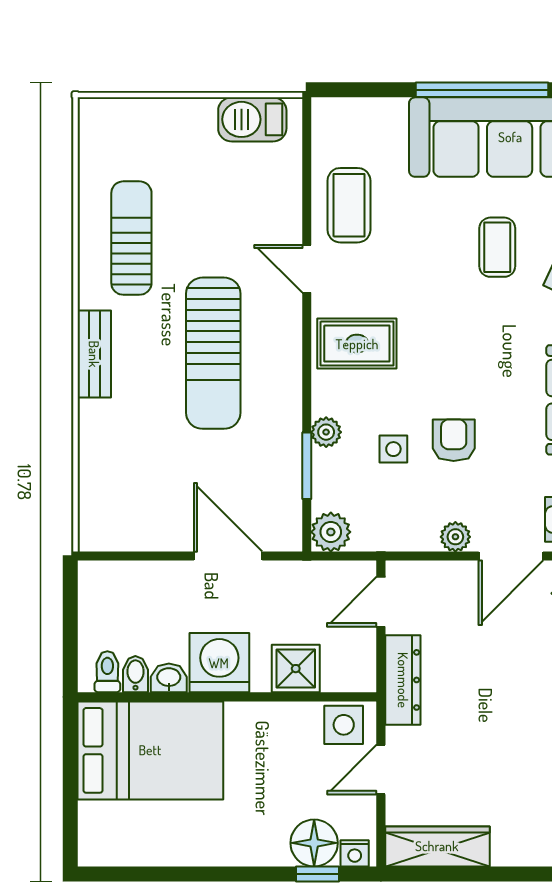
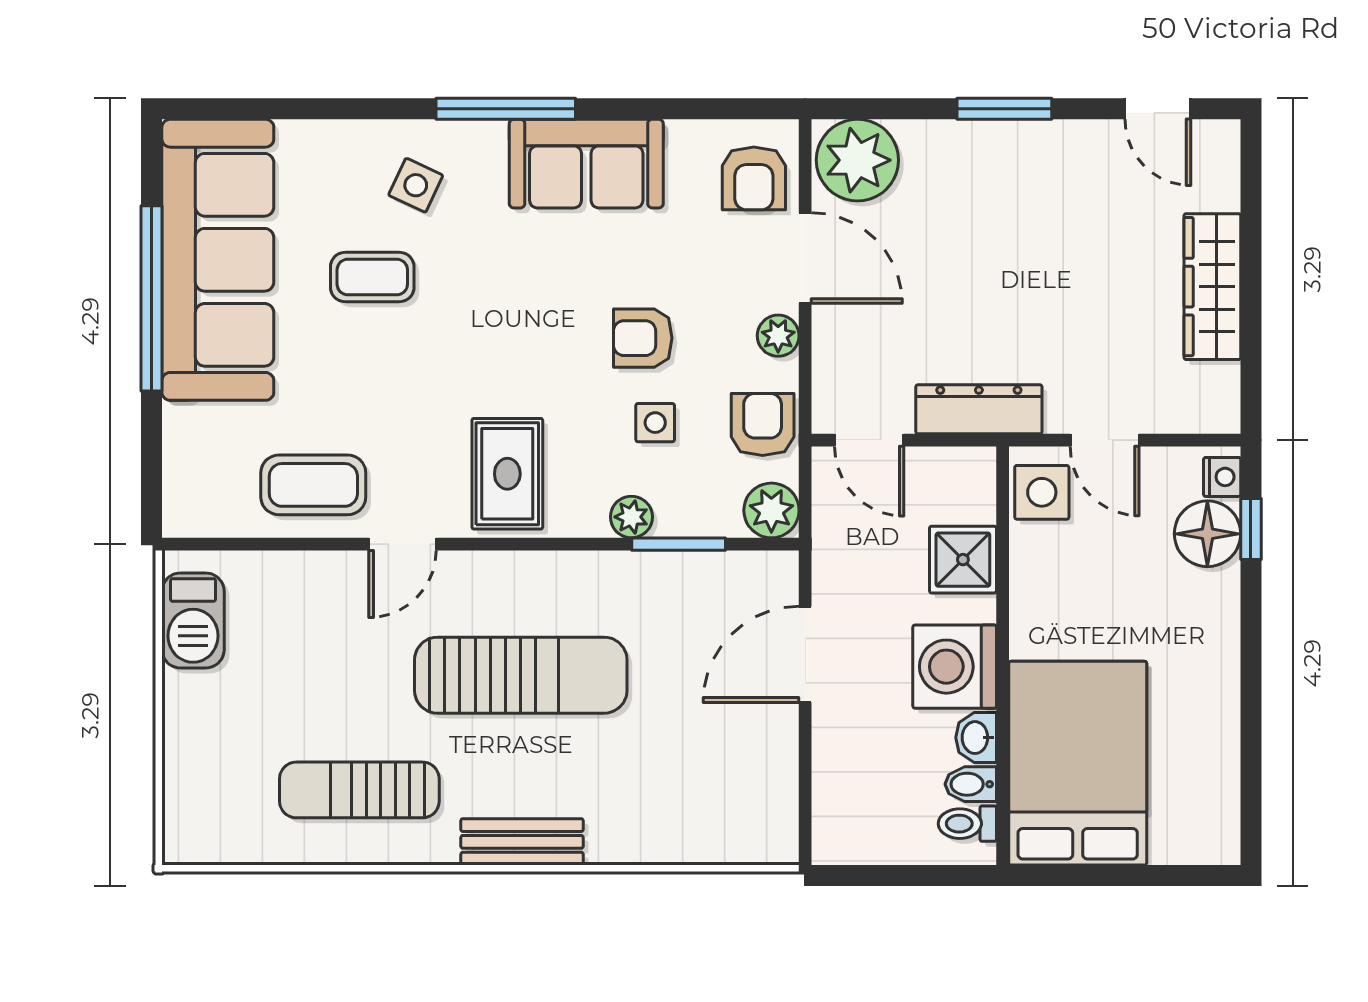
armchair: (392, 526) -> (763, 424), added
wardrobe: (437, 846) -> (1212, 287), moved

